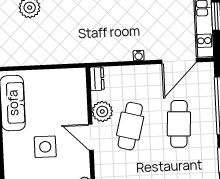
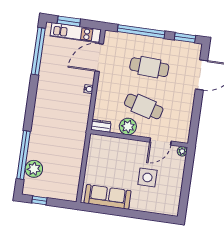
door: (179, 61) -> (99, 58), swing flipped
door: (91, 137) -> (161, 142), moved

